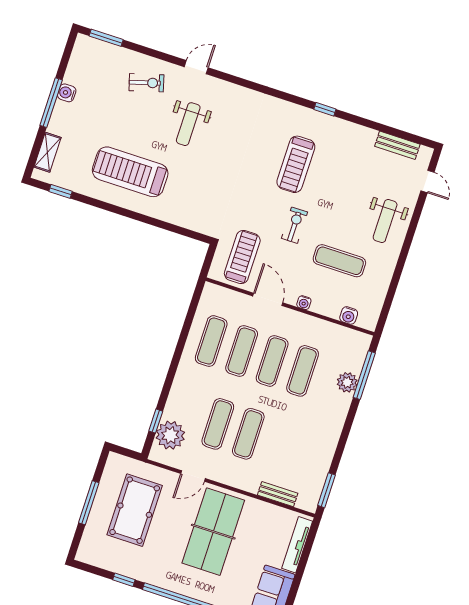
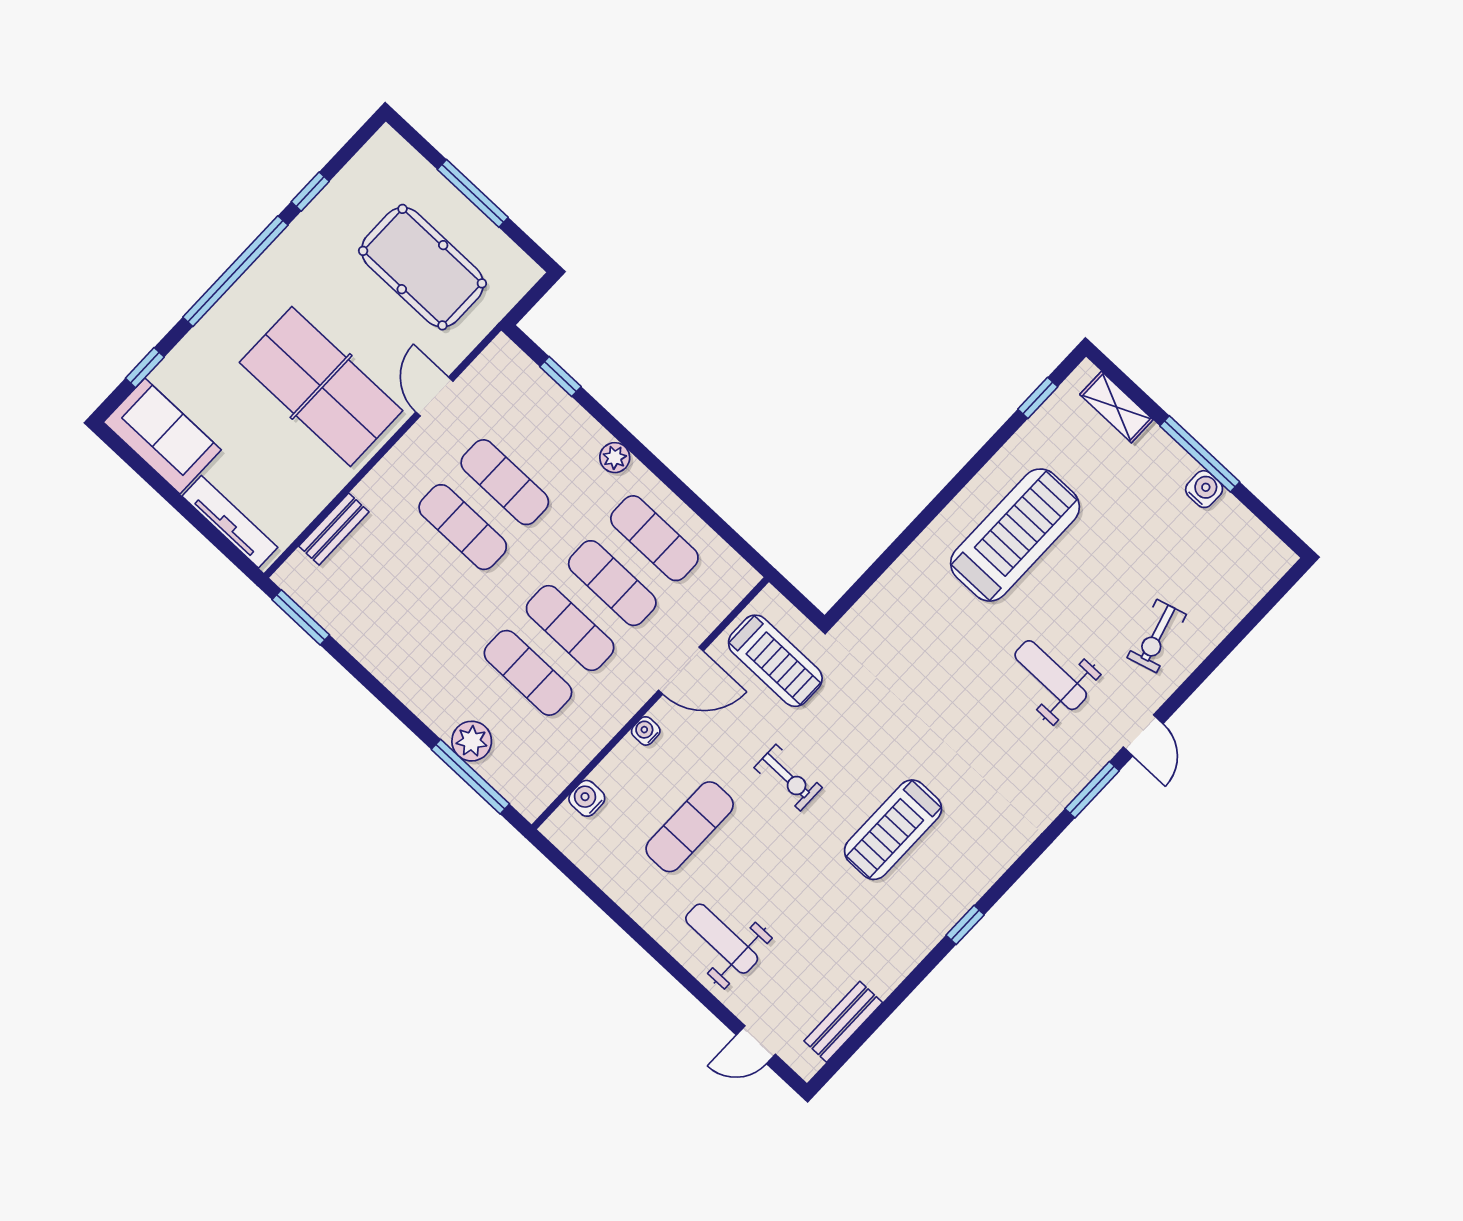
window: (106, 38) -> (1092, 790), moved
treadmill: (296, 164) -> (893, 830), turned -90
plant: (170, 435) -> (615, 458), moved, width x0.53, depth x0.53

